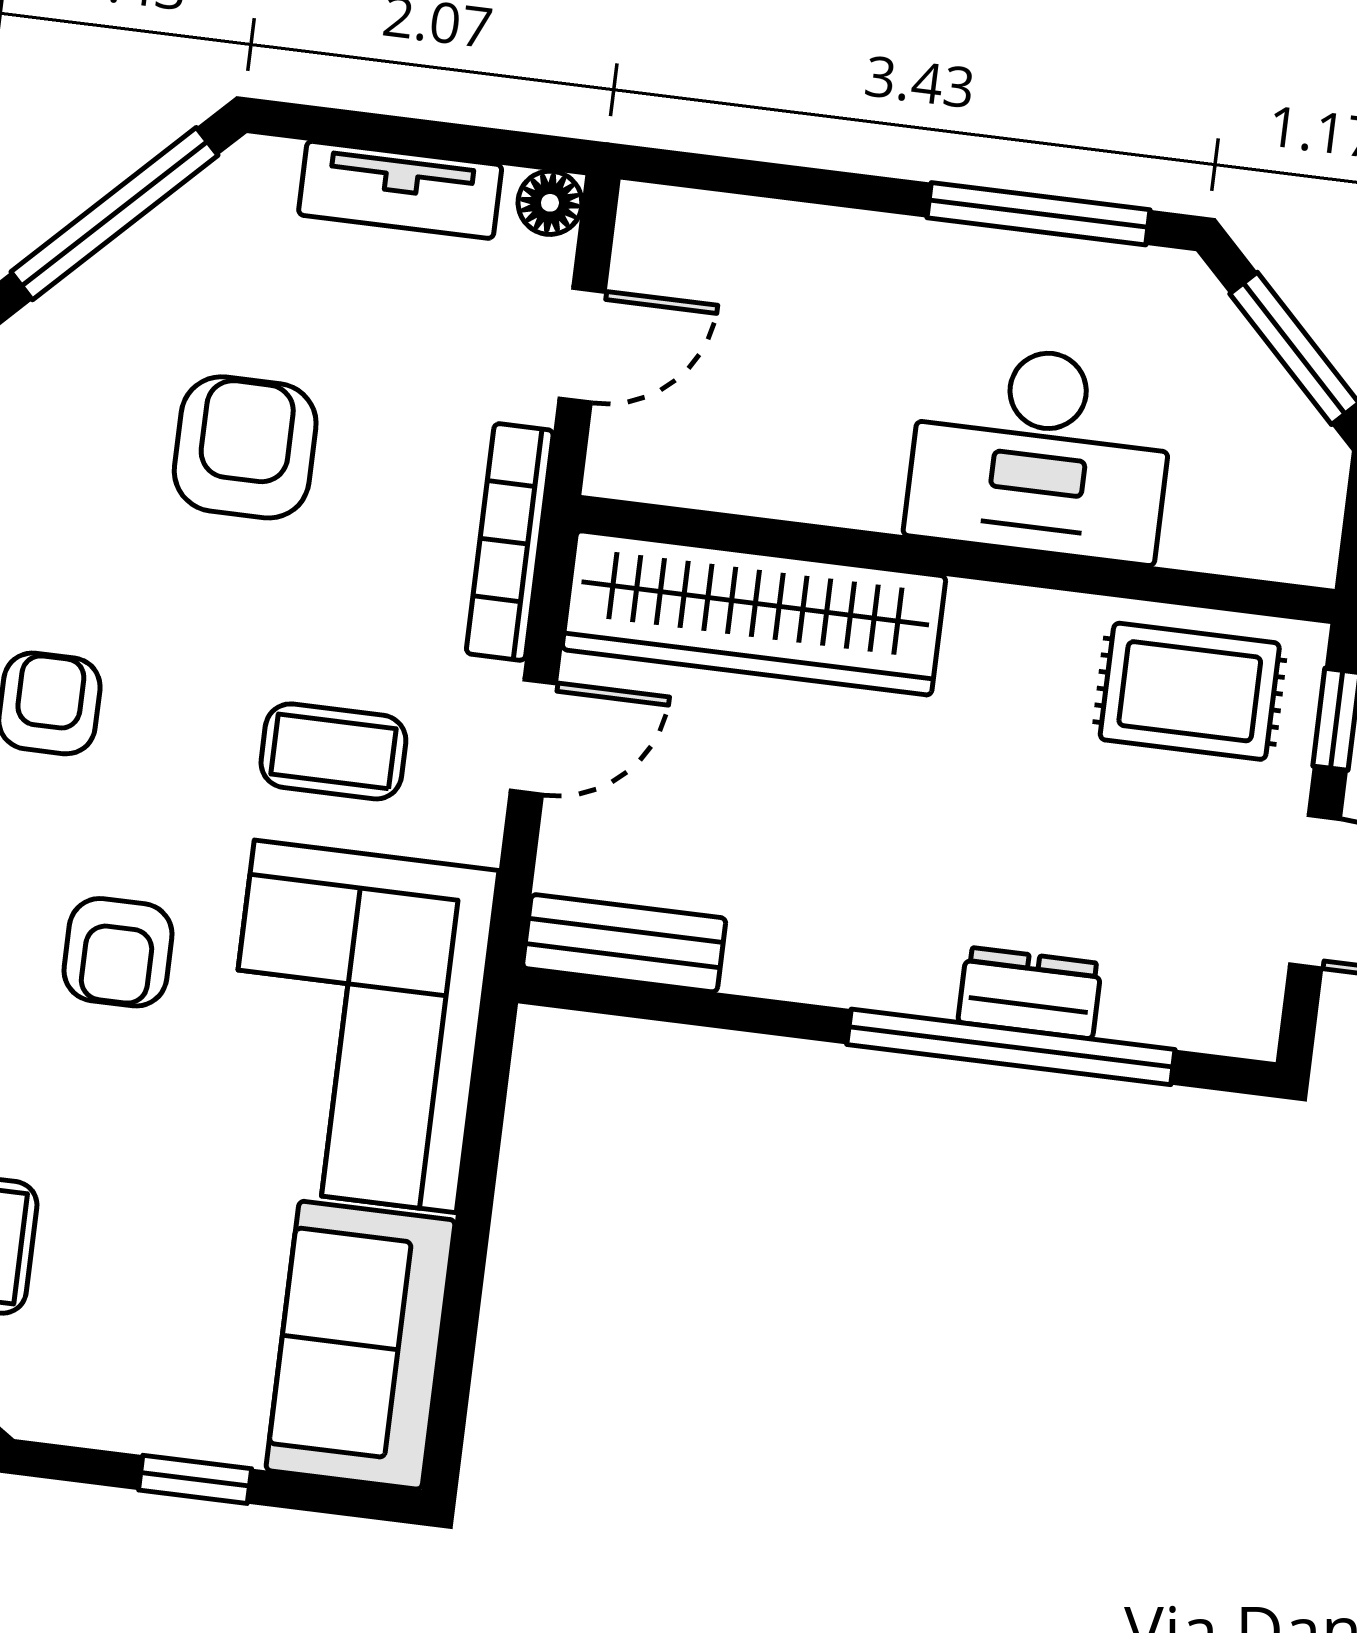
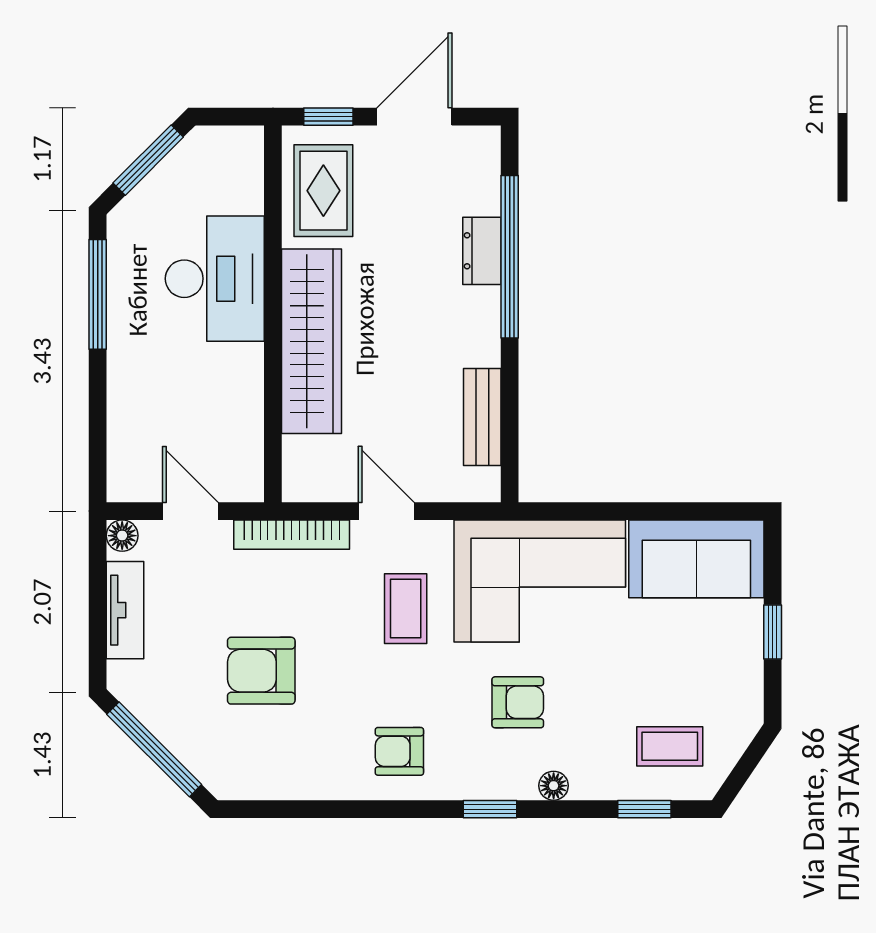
wardrobe: (754, 613) -> (312, 341), moved
bench: (624, 943) -> (482, 417), moved

